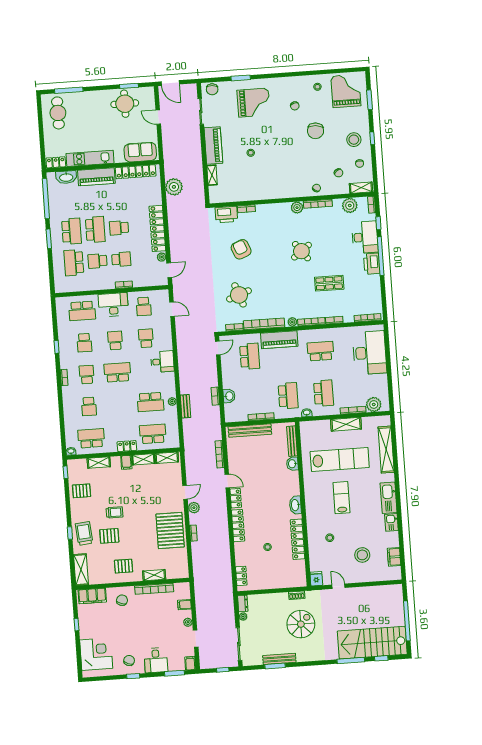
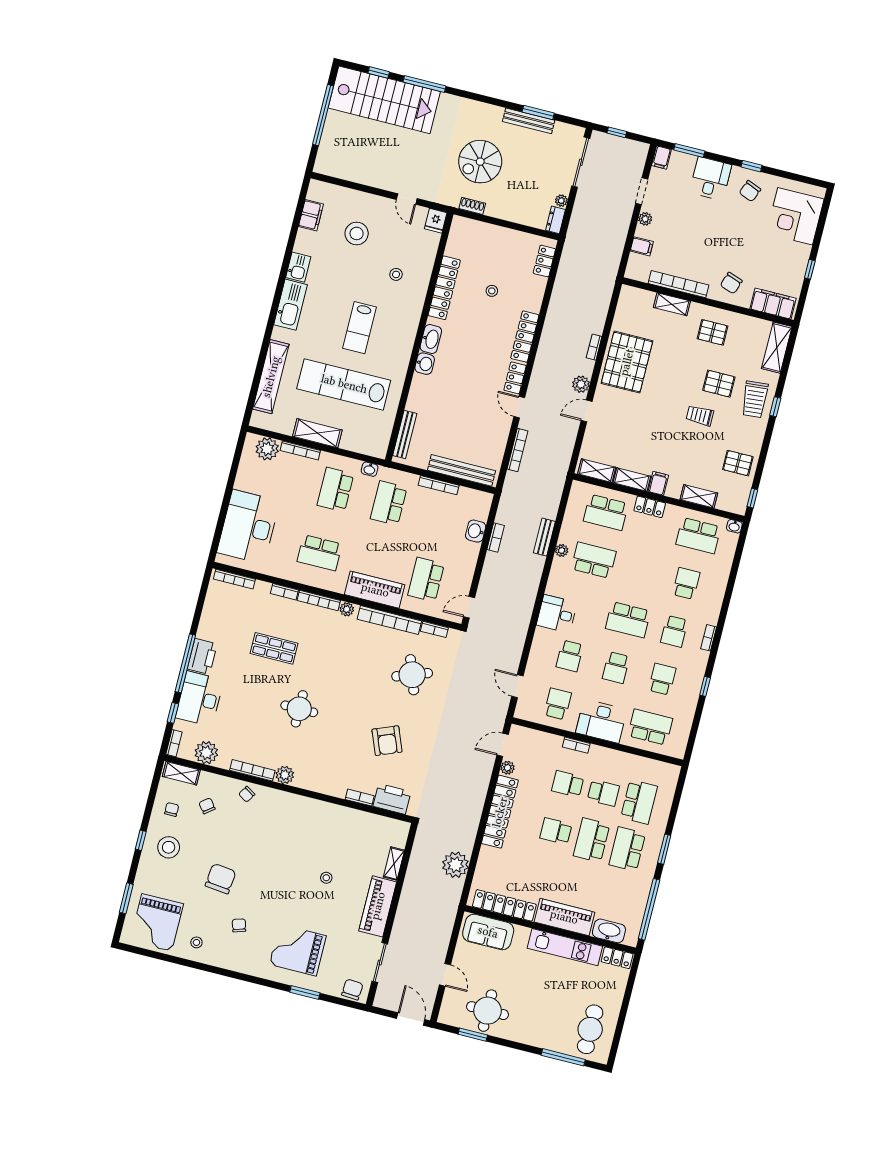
school desk: (119, 228) -> (556, 831), turned 180
round table: (301, 251) -> (299, 709), turned 37
washbasin: (292, 464) -> (425, 364), moved

